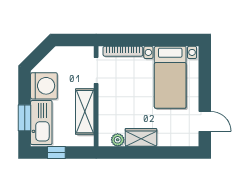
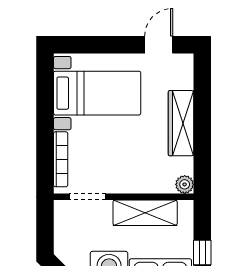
wardrobe: (141, 137) -> (181, 123), width x1.50
plant: (118, 140) -> (185, 184), moved

